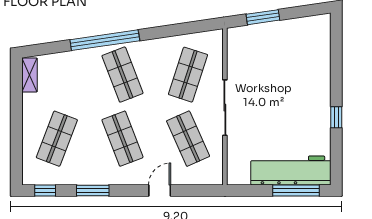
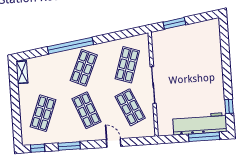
shop shelf: (122, 75) -> (84, 68), turned 45
window: (336, 117) -> (229, 106), moved
door: (160, 190) -> (114, 143), hinge flipped

